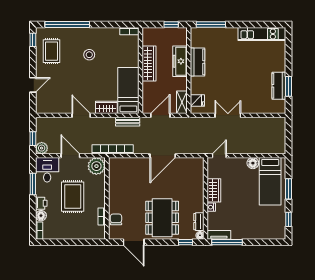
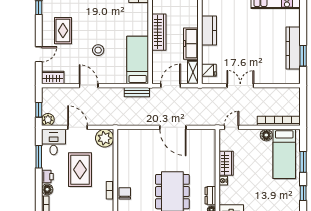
rug: (52, 51) -> (63, 31), moved
stool: (89, 55) -> (98, 50), moved
freezer: (180, 61) -> (191, 44), moved
kitchen counter: (279, 86) -> (293, 48), width x1.50
wardrobe: (106, 107) -> (53, 78), moved
bookcase: (113, 149) -> (278, 121), moved
door: (163, 156) -> (173, 127), hinge flipped

